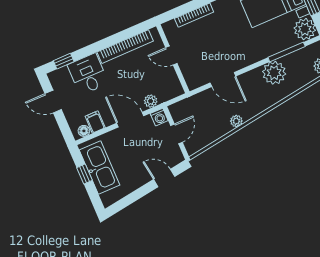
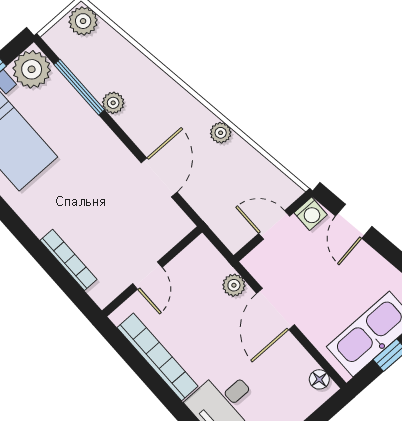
plant: (274, 73) -> (113, 103), width x0.53, depth x0.53
washing machine: (159, 117) -> (311, 214), moved, turned 90
filing cabinet: (95, 122) -> (298, 366), removed

